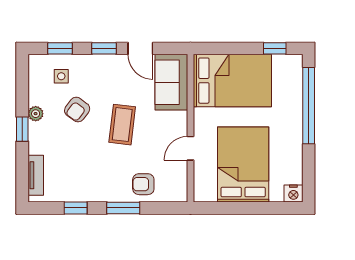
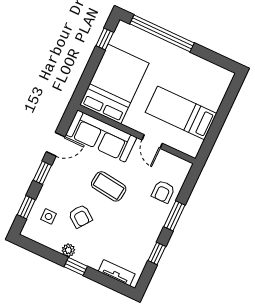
sofa: (171, 82) -> (101, 136), width x1.36
bed: (243, 164) -> (181, 113), width x0.67
nightstand: (293, 194) -> (225, 77), removed

